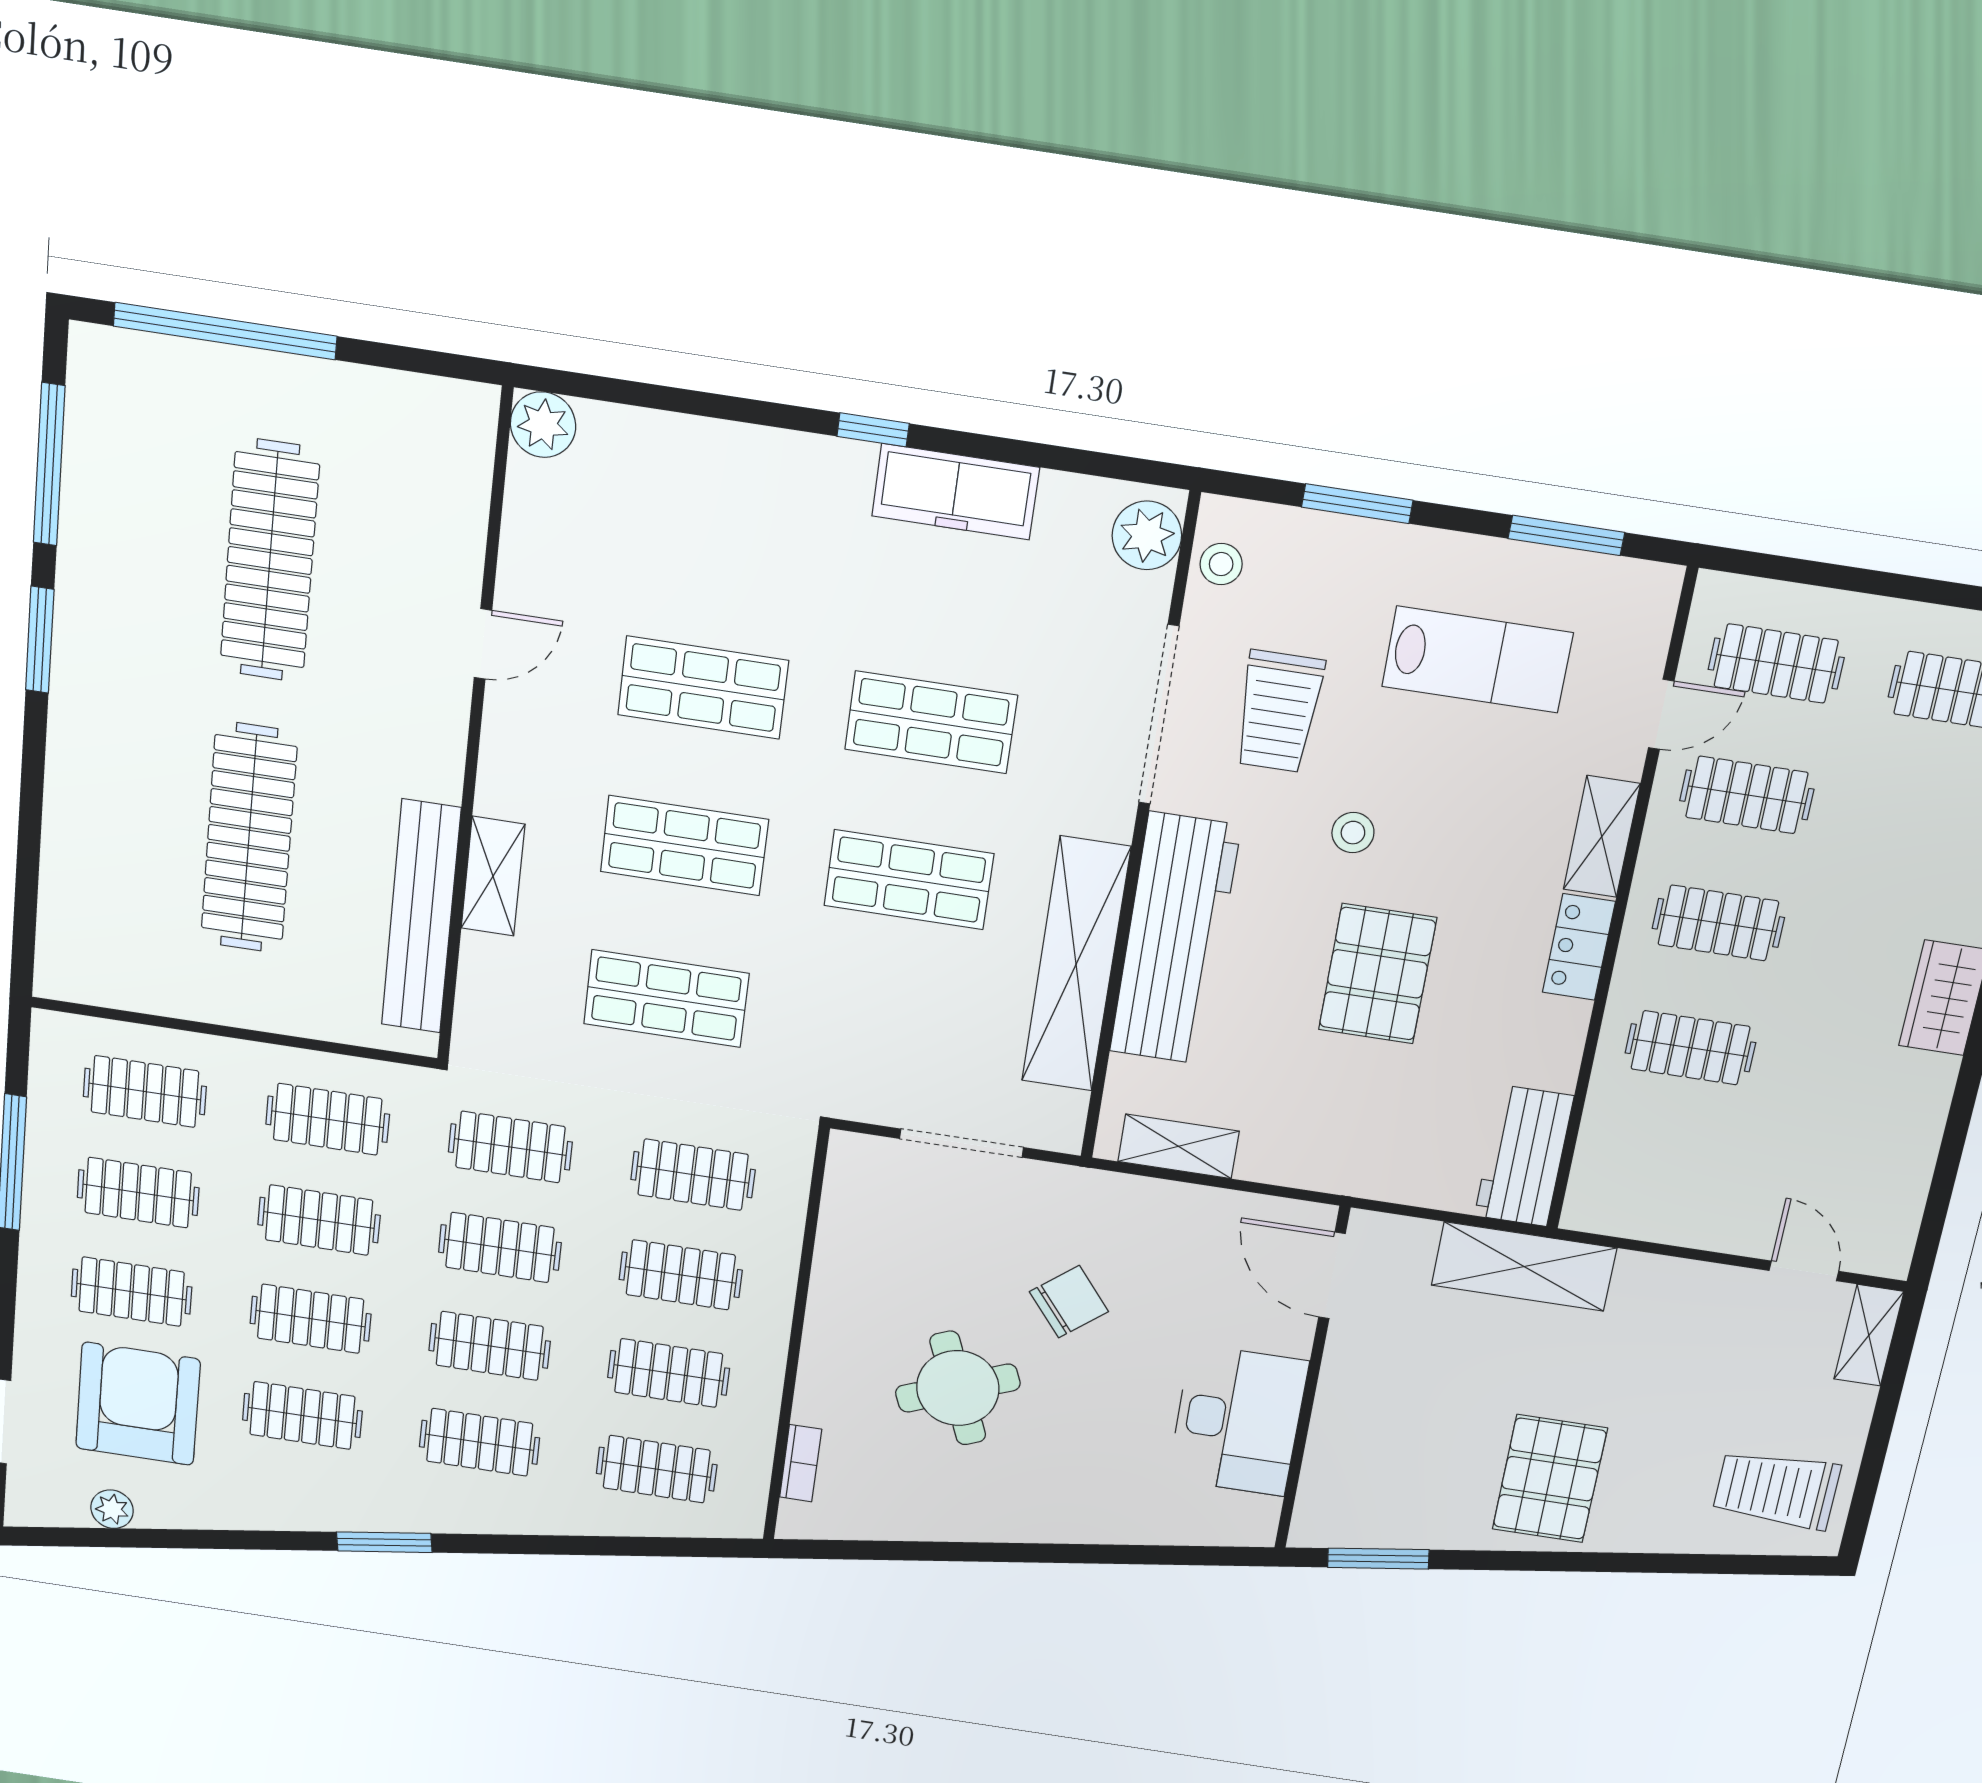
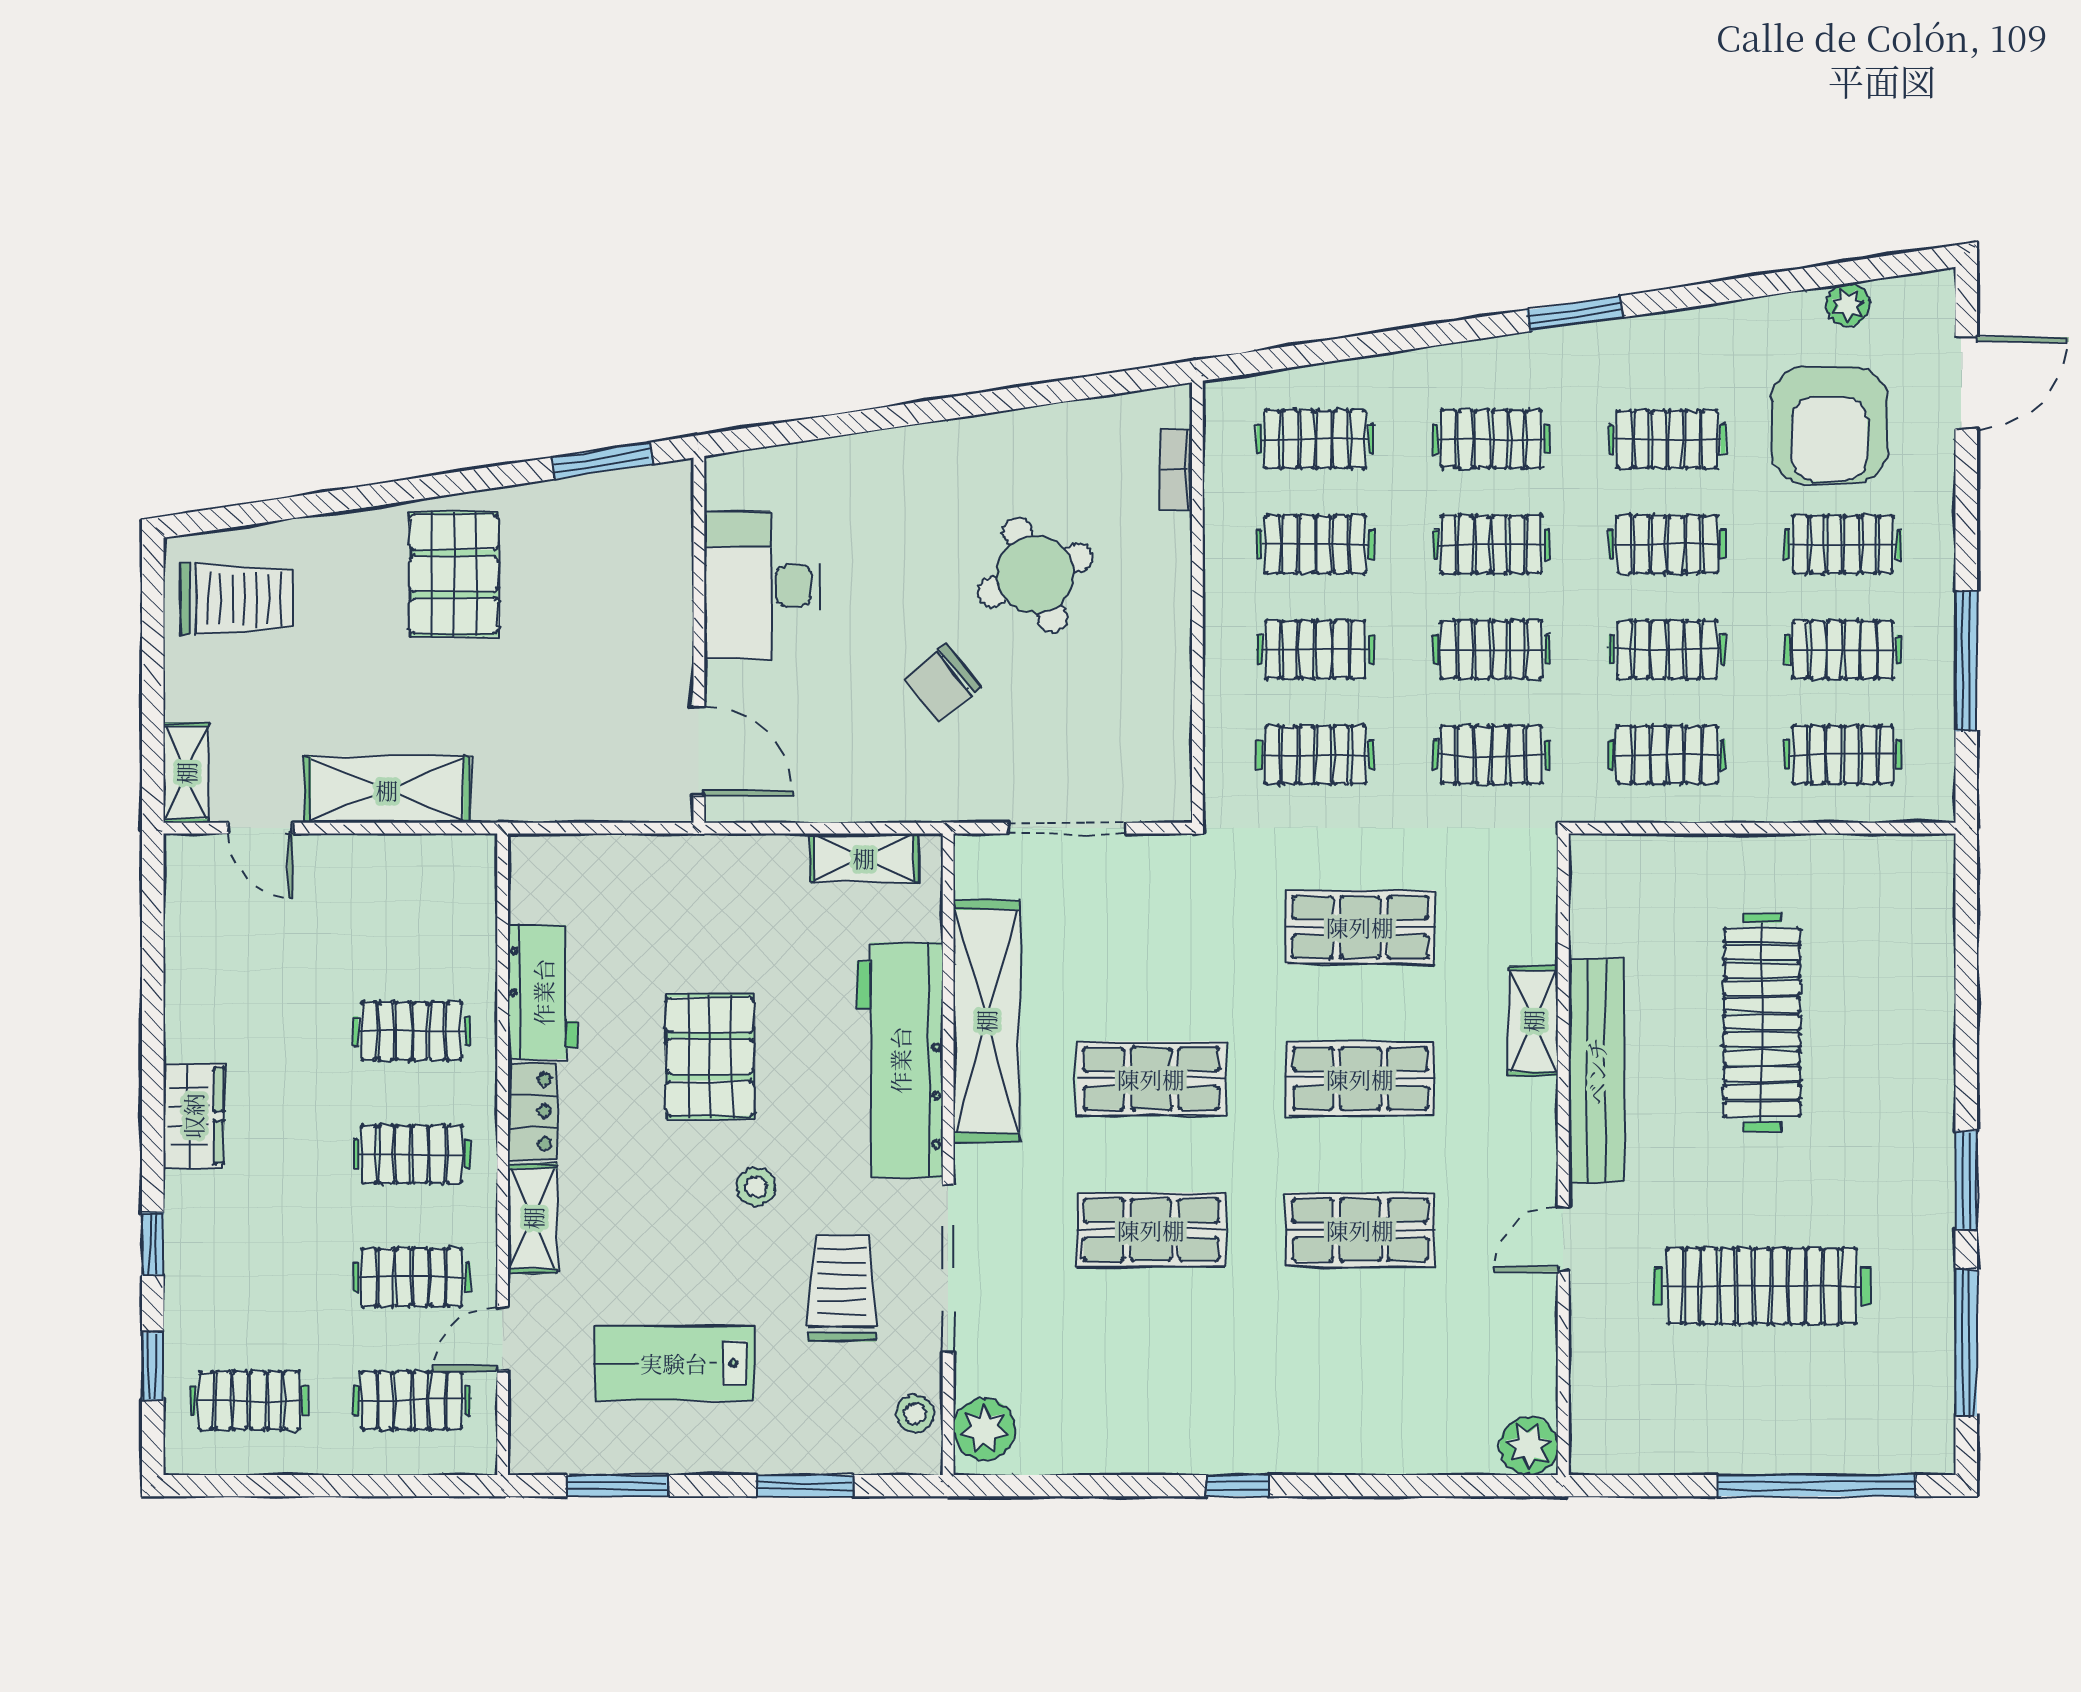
freezer: (956, 492) -> (1158, 1442), removed
clothes rail: (270, 561) -> (1762, 1286), turned 90
bench: (421, 917) -> (1596, 1071), moved
workbench: (1524, 1156) -> (543, 992), moved
shelving: (1524, 1266) -> (387, 790), moved

